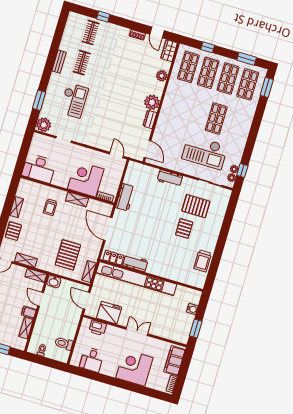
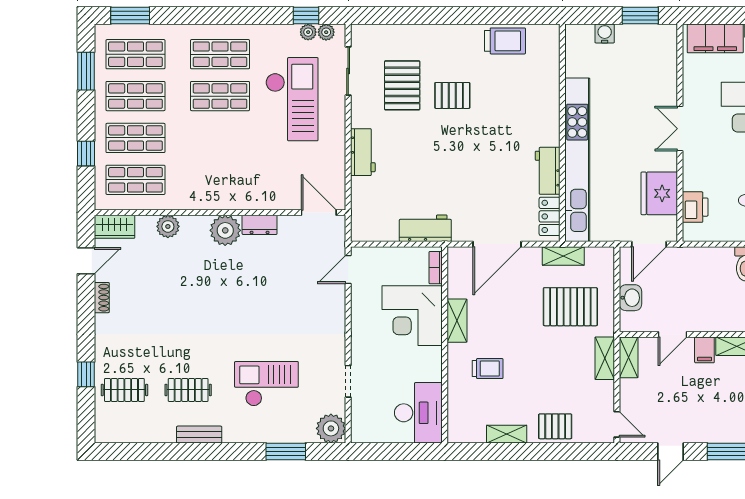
shop shelf: (236, 124) -> (220, 54), added
door: (147, 149) -> (319, 213), hinge flipped
shelving: (26, 260) -> (605, 358), moved
shelving: (89, 272) -> (563, 256), moved
washbasin: (54, 282) -> (630, 298), moved

